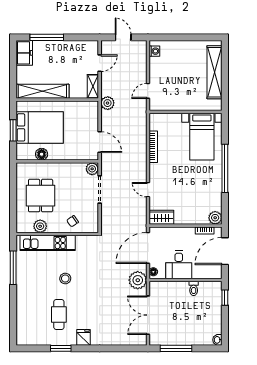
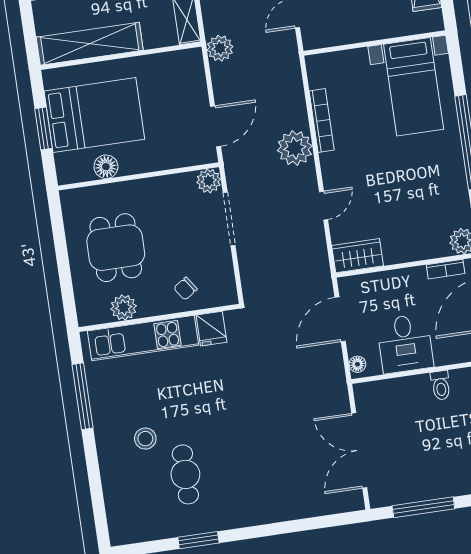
door: (100, 142) -> (216, 126), hinge flipped
door: (148, 190) -> (324, 206), swing flipped
door: (148, 248) -> (340, 319), width x0.73
stool: (65, 278) -> (145, 439), moved
plant: (138, 280) -> (295, 148), moved
fridge: (83, 337) -> (211, 329), moved, turned 180

